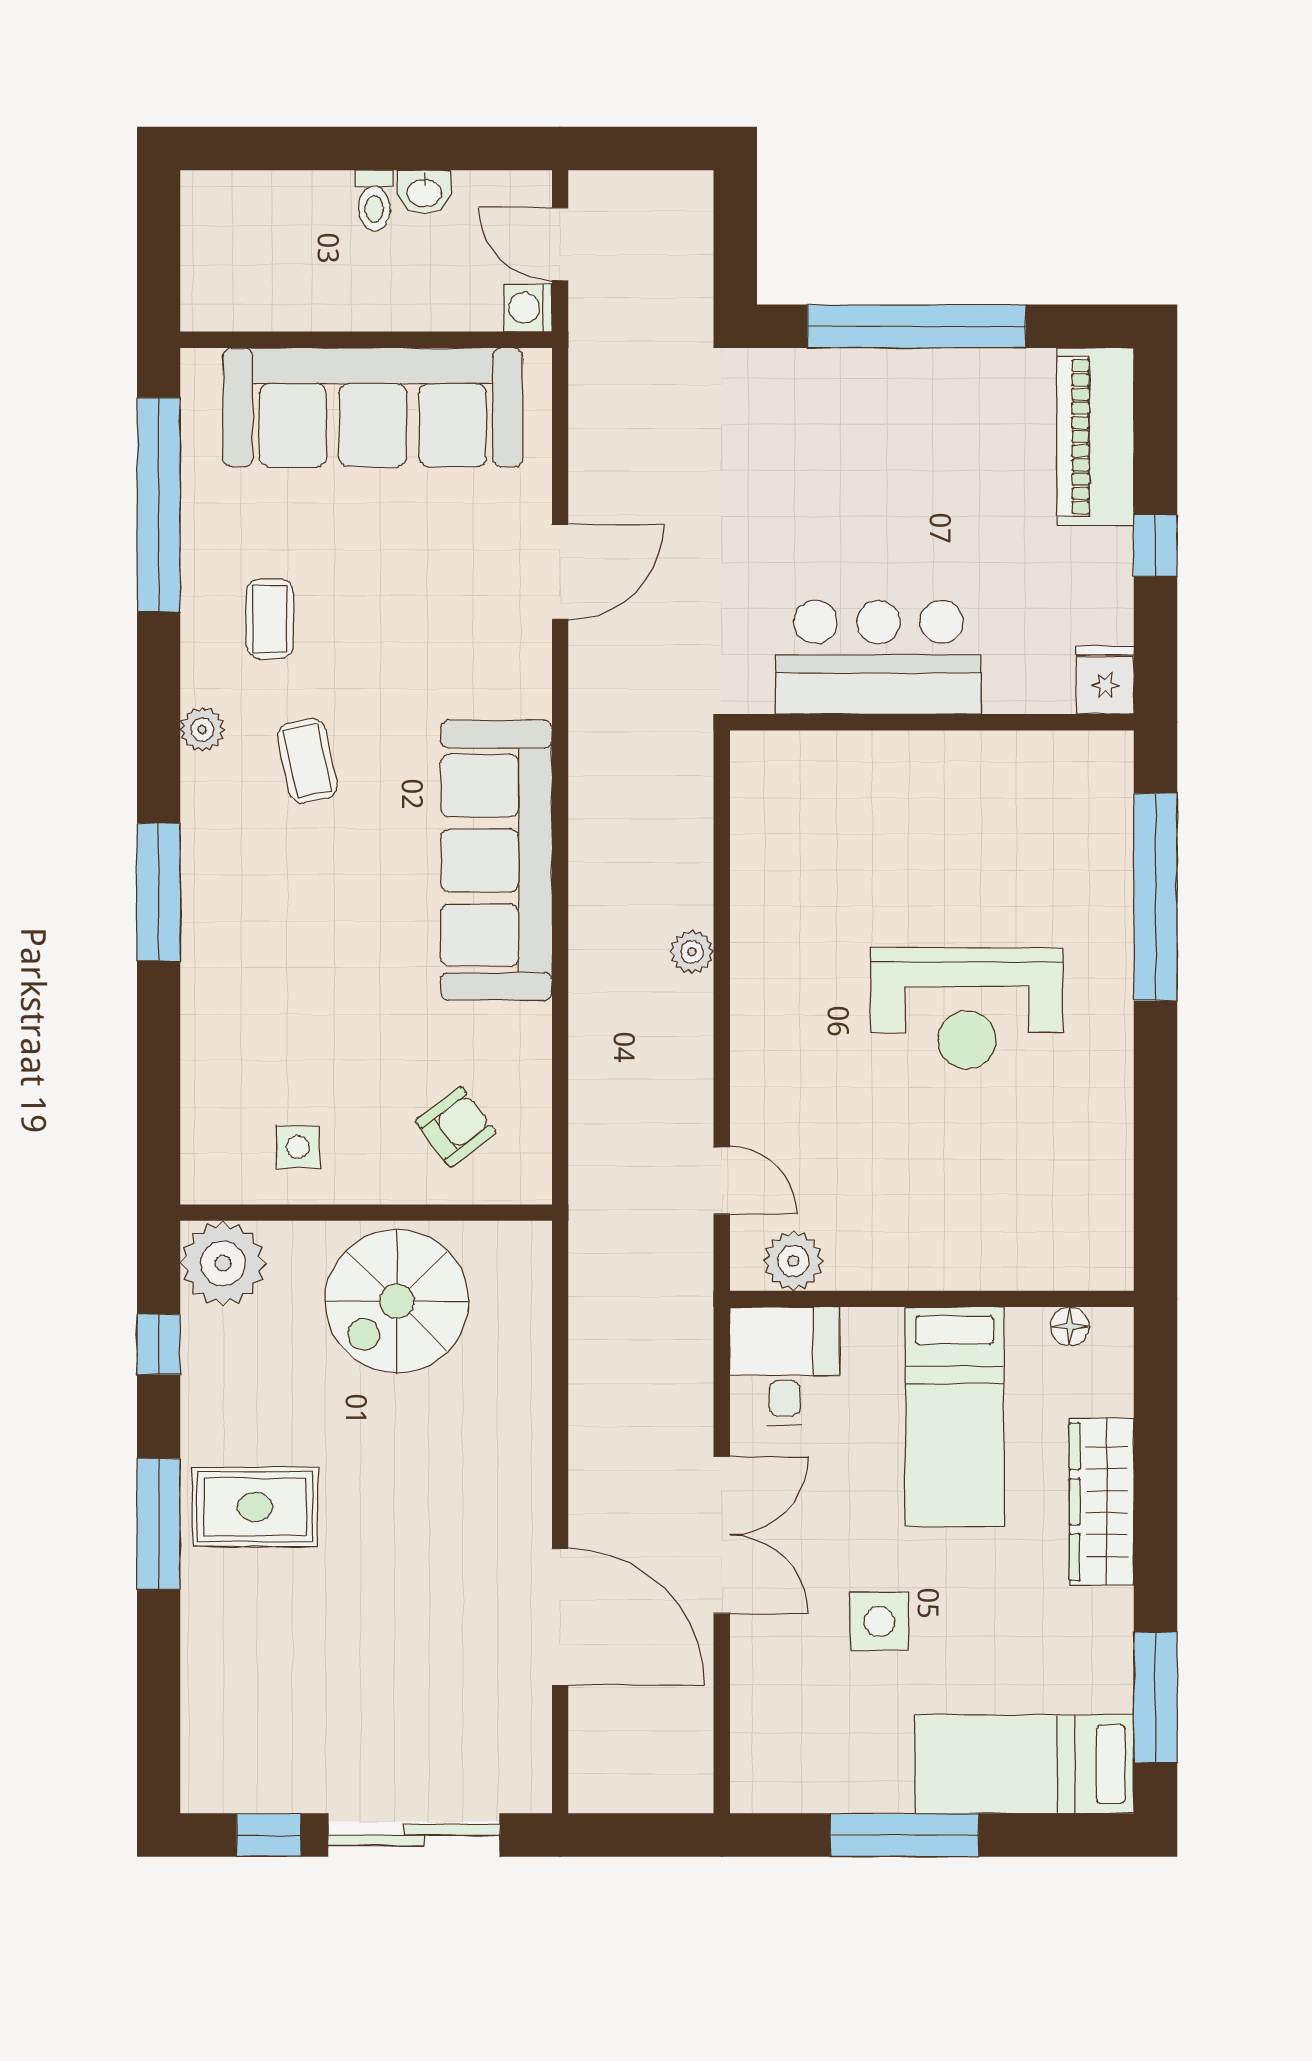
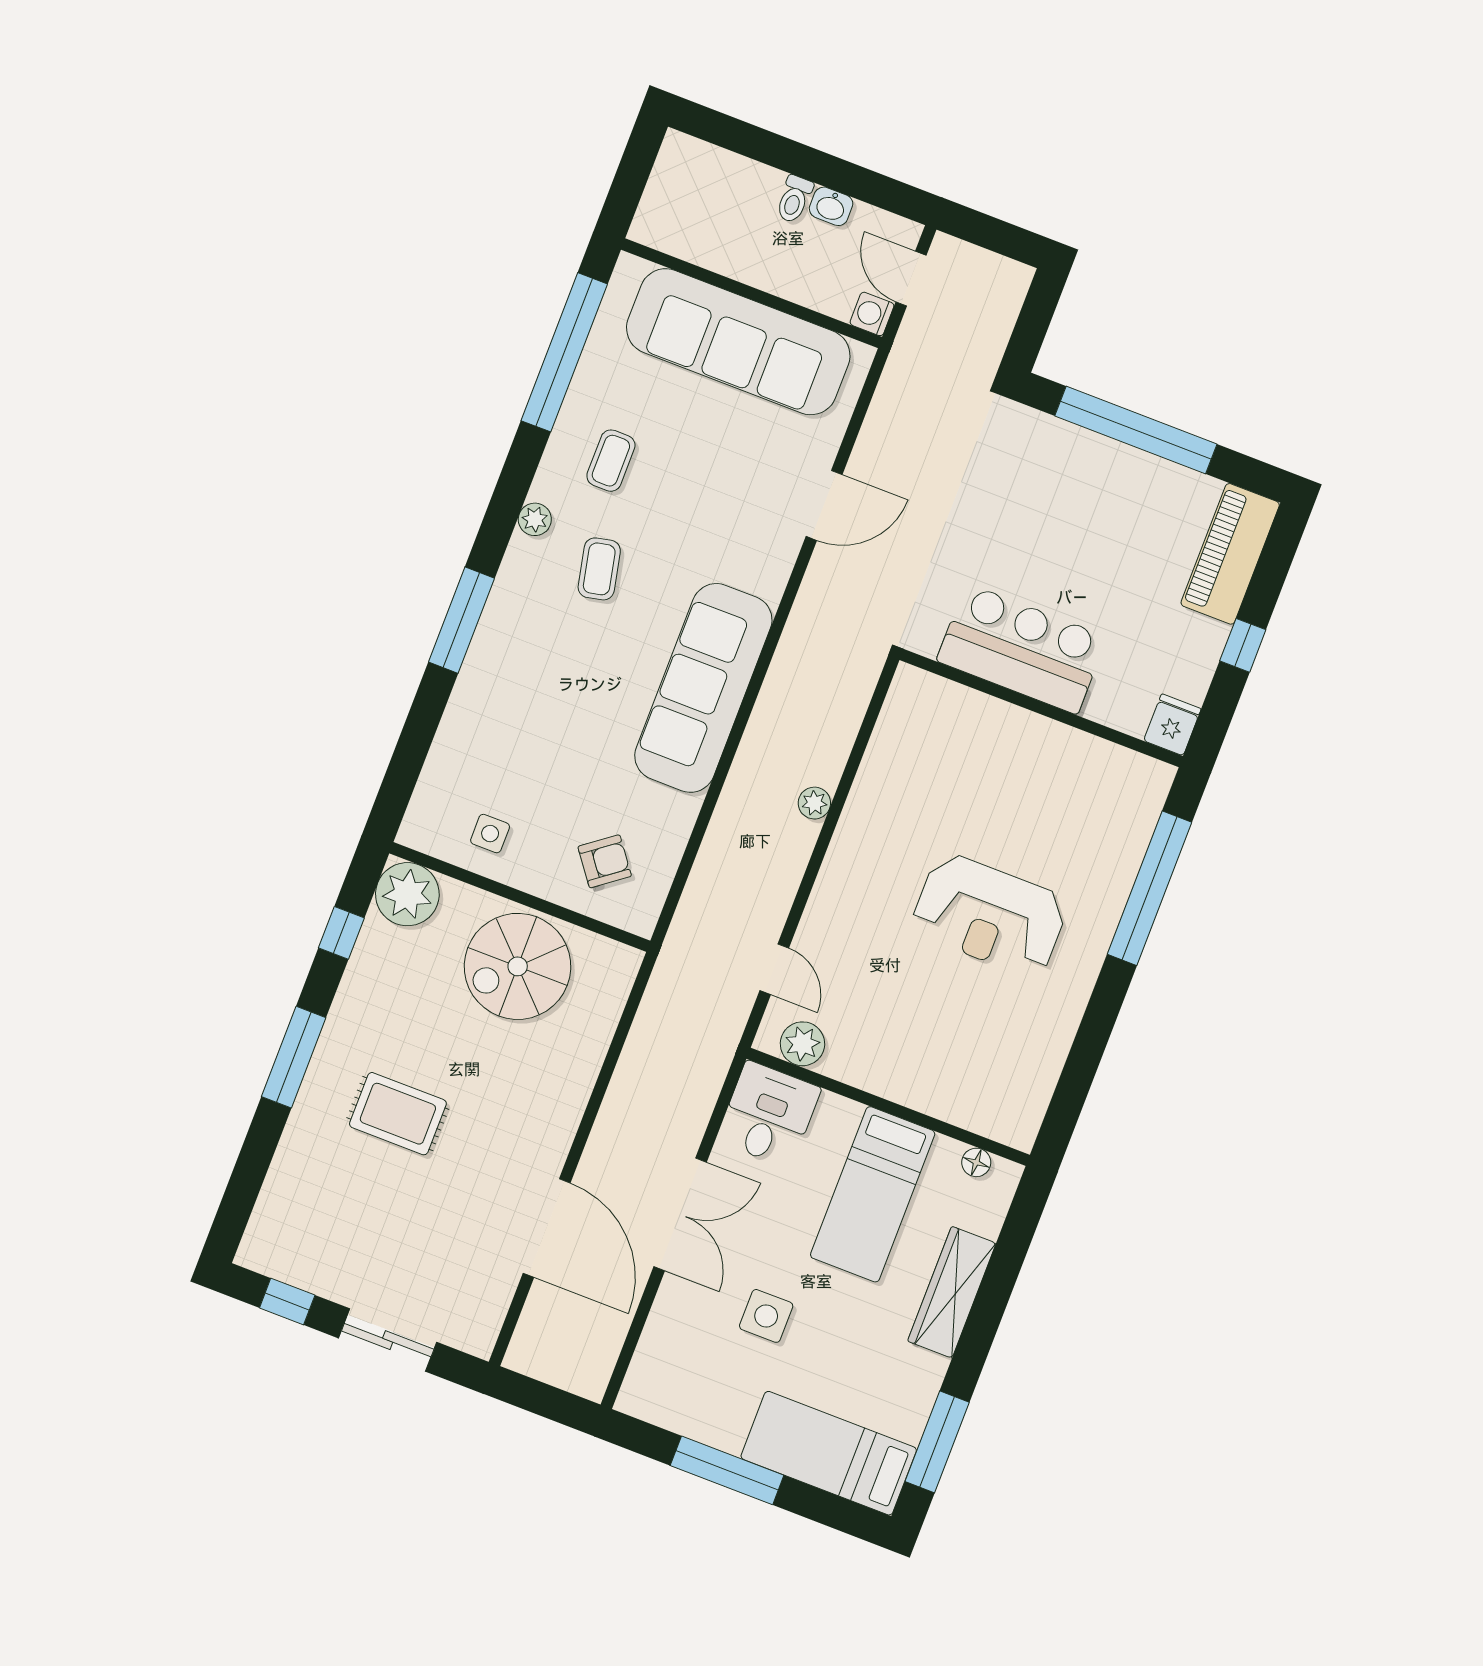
rug: (255, 1507) -> (398, 1114), moved
sliding door: (414, 1835) -> (388, 1340), width x0.73

